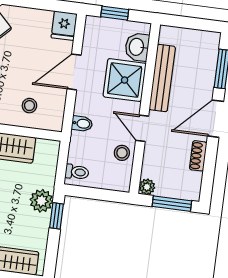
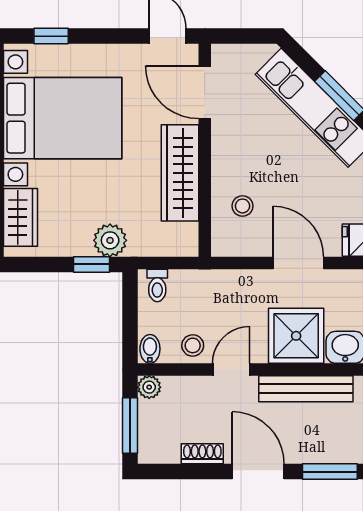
bidet: (82, 124) -> (150, 349), moved, turned 180

